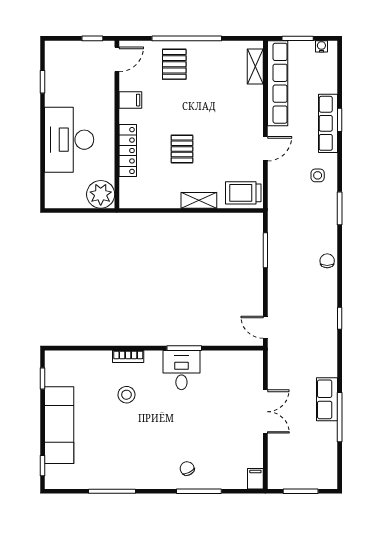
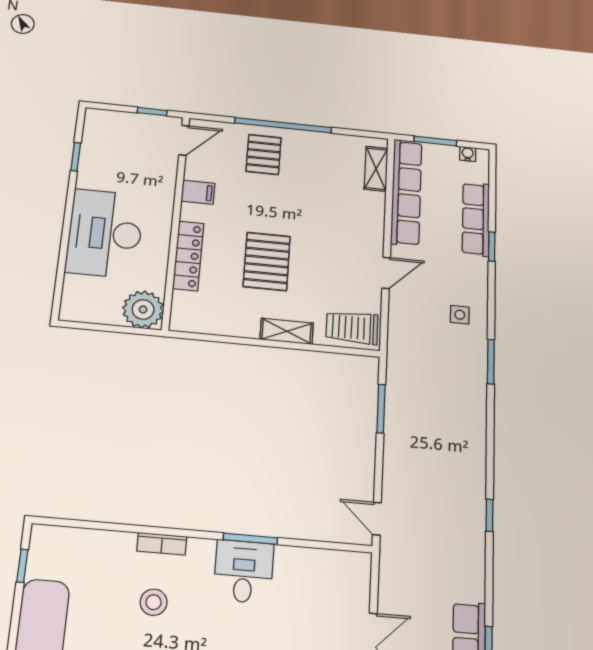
row of seats: (328, 123) -> (476, 219), moved
pallet: (182, 149) -> (267, 261), width x1.50, depth x1.42
chair: (327, 261) -> (472, 432), removed

